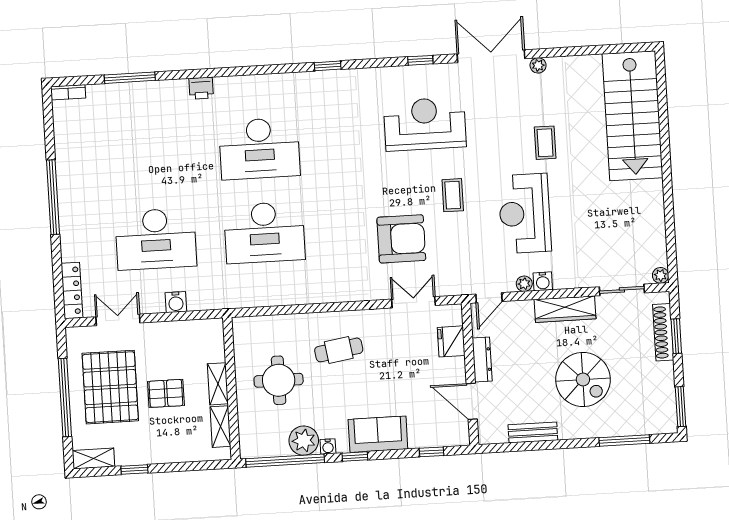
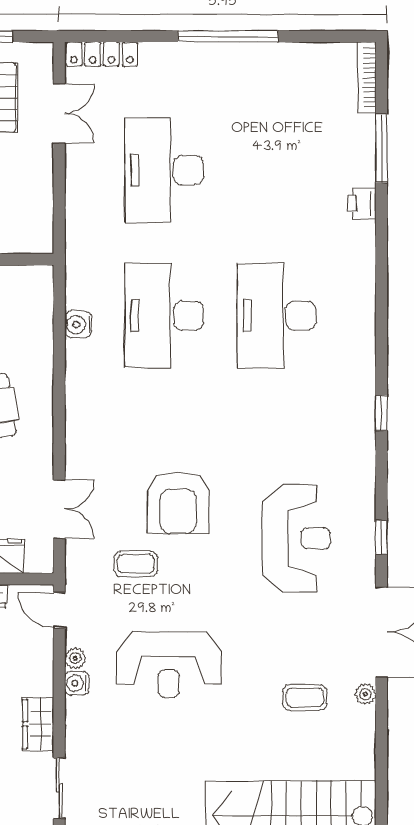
printer: (201, 88) -> (362, 203), moved
bookcase: (68, 92) -> (367, 78), width x1.56
coffee table: (545, 143) -> (305, 697), moved
coffee table: (453, 195) -> (136, 564), moved
reception desk: (525, 214) -> (169, 664), turned 180
armchair: (401, 239) -> (178, 503), moved
water cooler: (176, 302) -> (78, 324), moved
wardrobe: (565, 309) -> (38, 724), width x0.67

